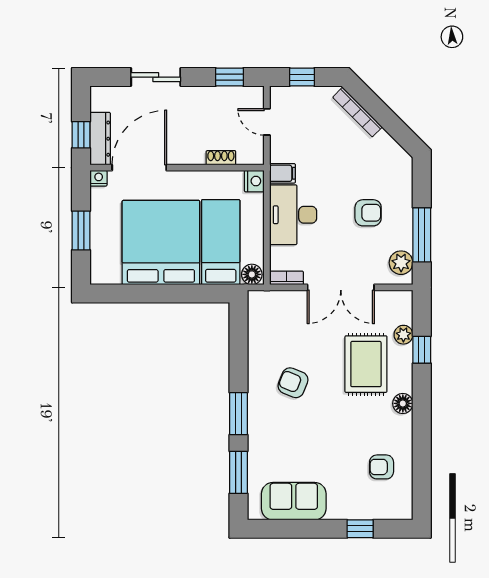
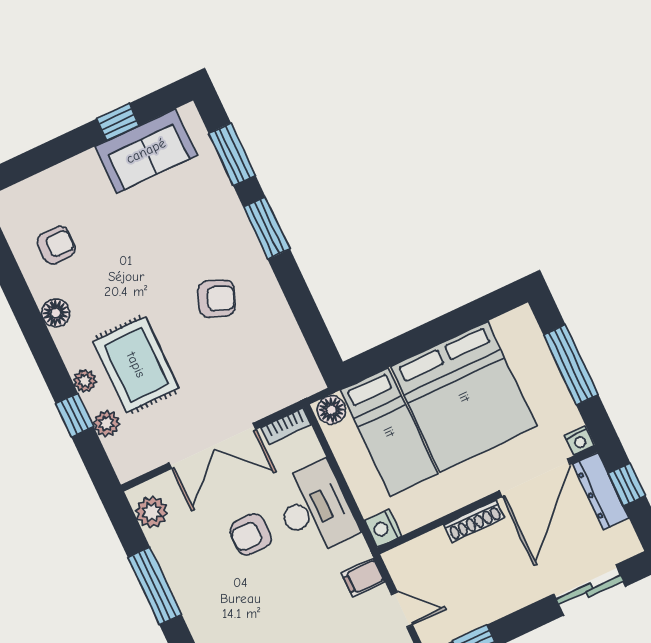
sliding door: (156, 77) -> (590, 590), moved
shoe rack: (221, 158) -> (474, 521), moved, width x1.43
filing cabinet: (282, 173) -> (363, 578), moved
armchair: (368, 213) -> (251, 535), moved
window: (81, 231) -> (571, 365), width x1.44
window: (422, 235) -> (155, 586), moved
double door: (341, 287) -> (212, 446), swing flipped
plant: (404, 369) -> (85, 381), added
floor lamp: (403, 403) -> (56, 313), moved
window: (360, 529) -> (118, 122), moved

